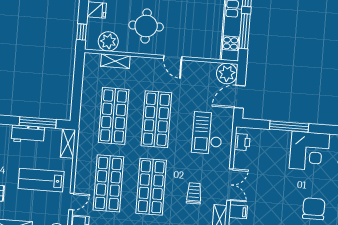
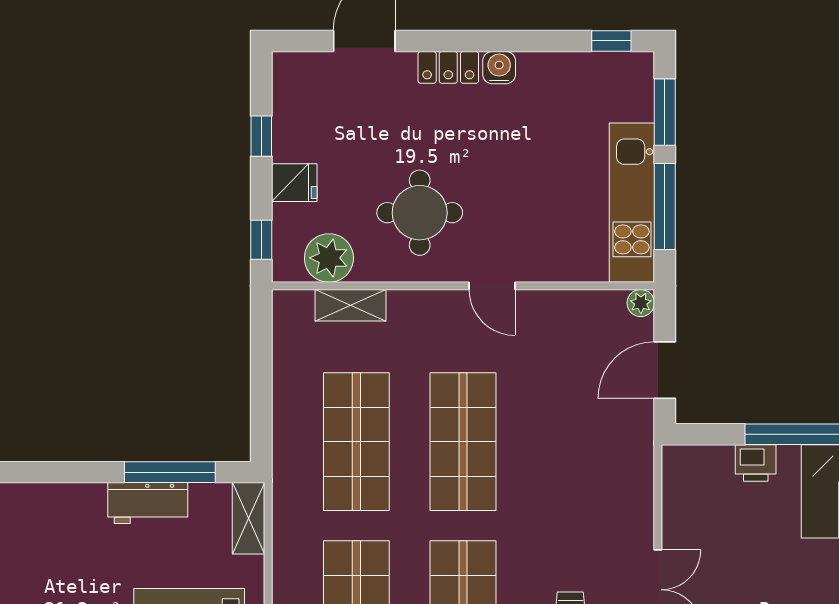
plant: (227, 74) -> (641, 303), width x0.53, depth x0.53
checkout: (207, 133) -> (592, 466), removed
printer: (242, 142) -> (756, 463), moved, turned 90

